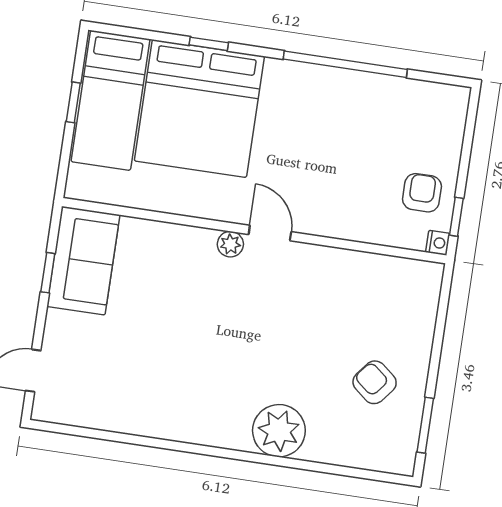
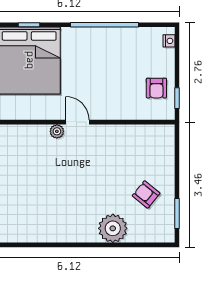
armchair: (422, 193) -> (156, 88), turned 180
nightstand: (438, 243) -> (169, 41), moved
plant: (279, 431) -> (113, 228), moved

